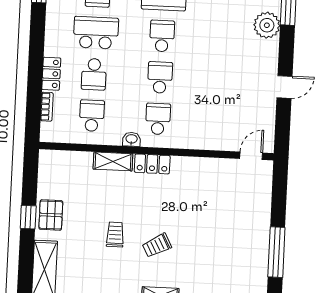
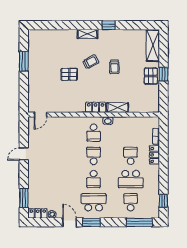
plant: (267, 25) -> (35, 188), removed
school desk: (160, 77) -> (94, 156), turned 180
school desk: (92, 116) -> (131, 133), removed
pallet: (196, 225) -> (69, 74), added
window: (276, 252) -> (24, 61), width x0.69

